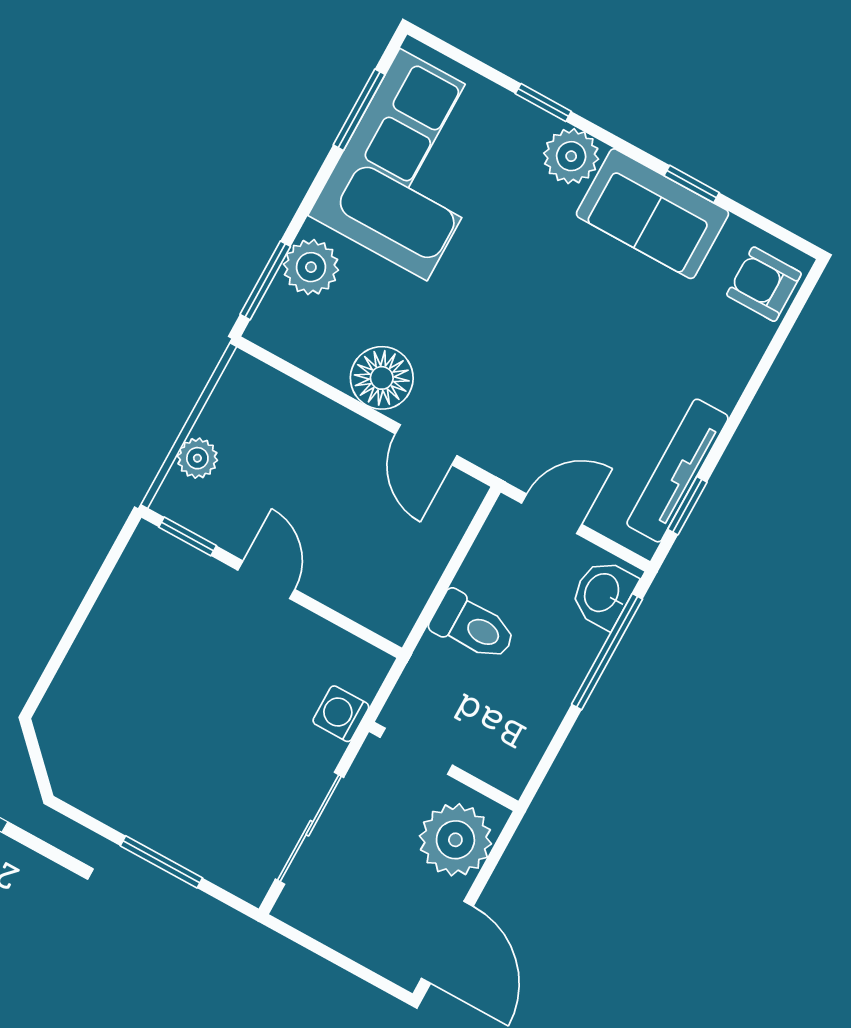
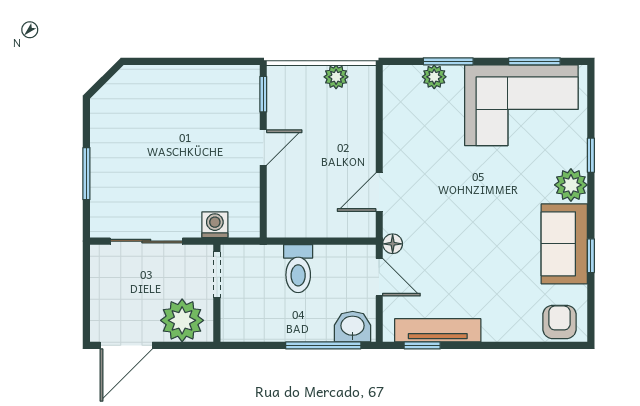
plant: (311, 267) -> (434, 77), width x0.73, depth x0.73
window: (265, 280) -> (448, 61), moved
floor lamp: (382, 378) -> (393, 244), moved, width x0.53, depth x0.53
plant: (197, 458) -> (336, 77), moved

